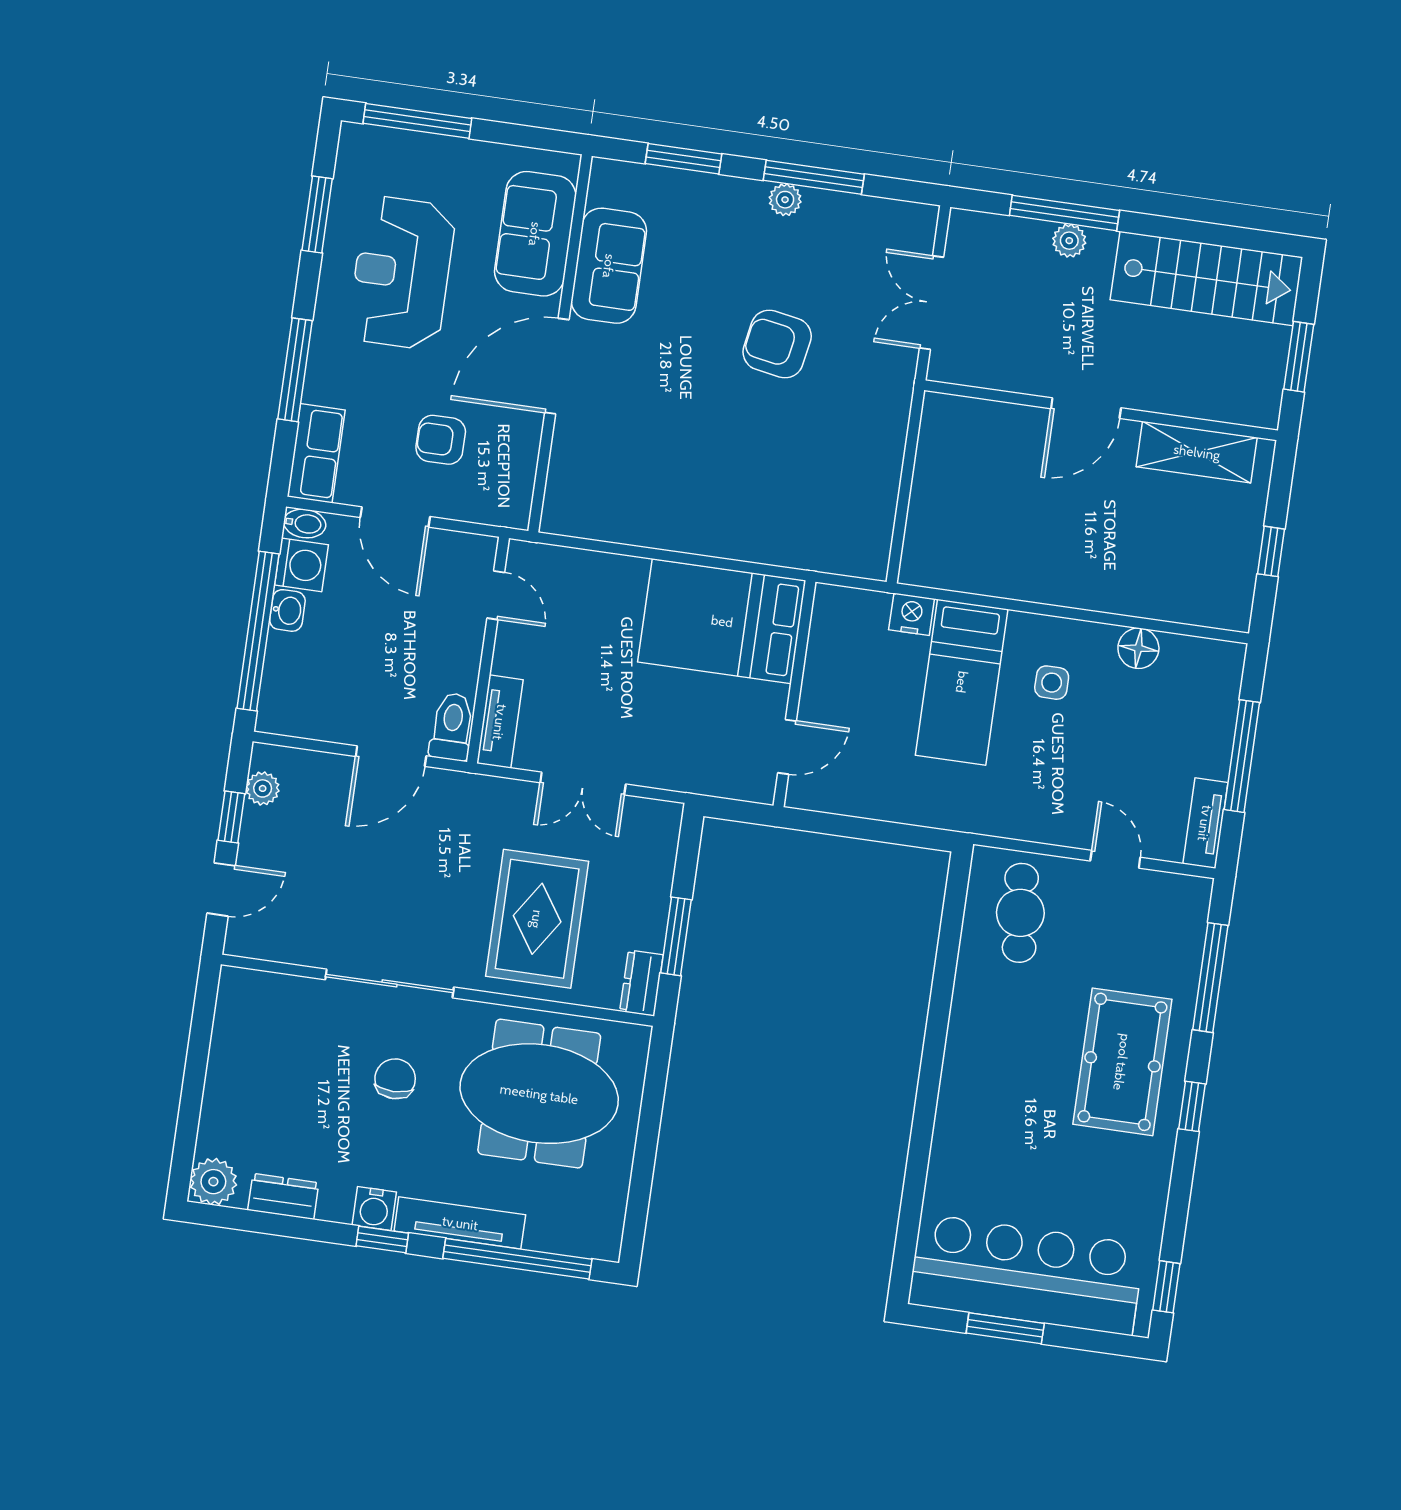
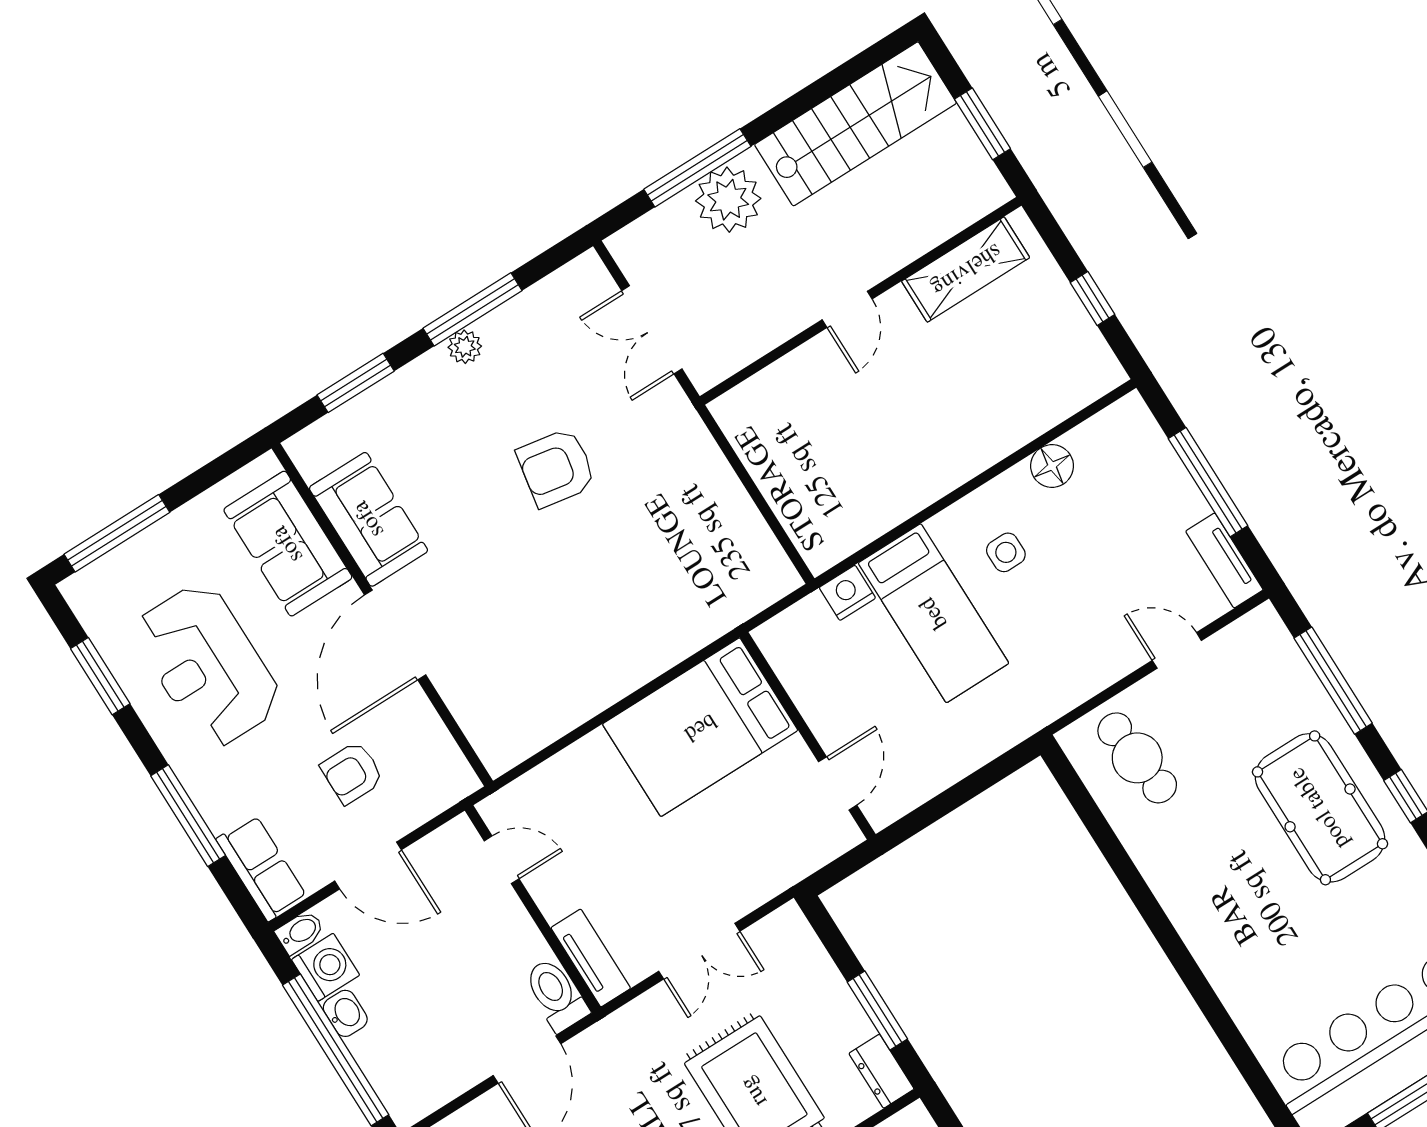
plant: (1069, 241) -> (728, 200), width x1.88, depth x1.88
door: (1086, 408) -> (847, 309), width x0.73

